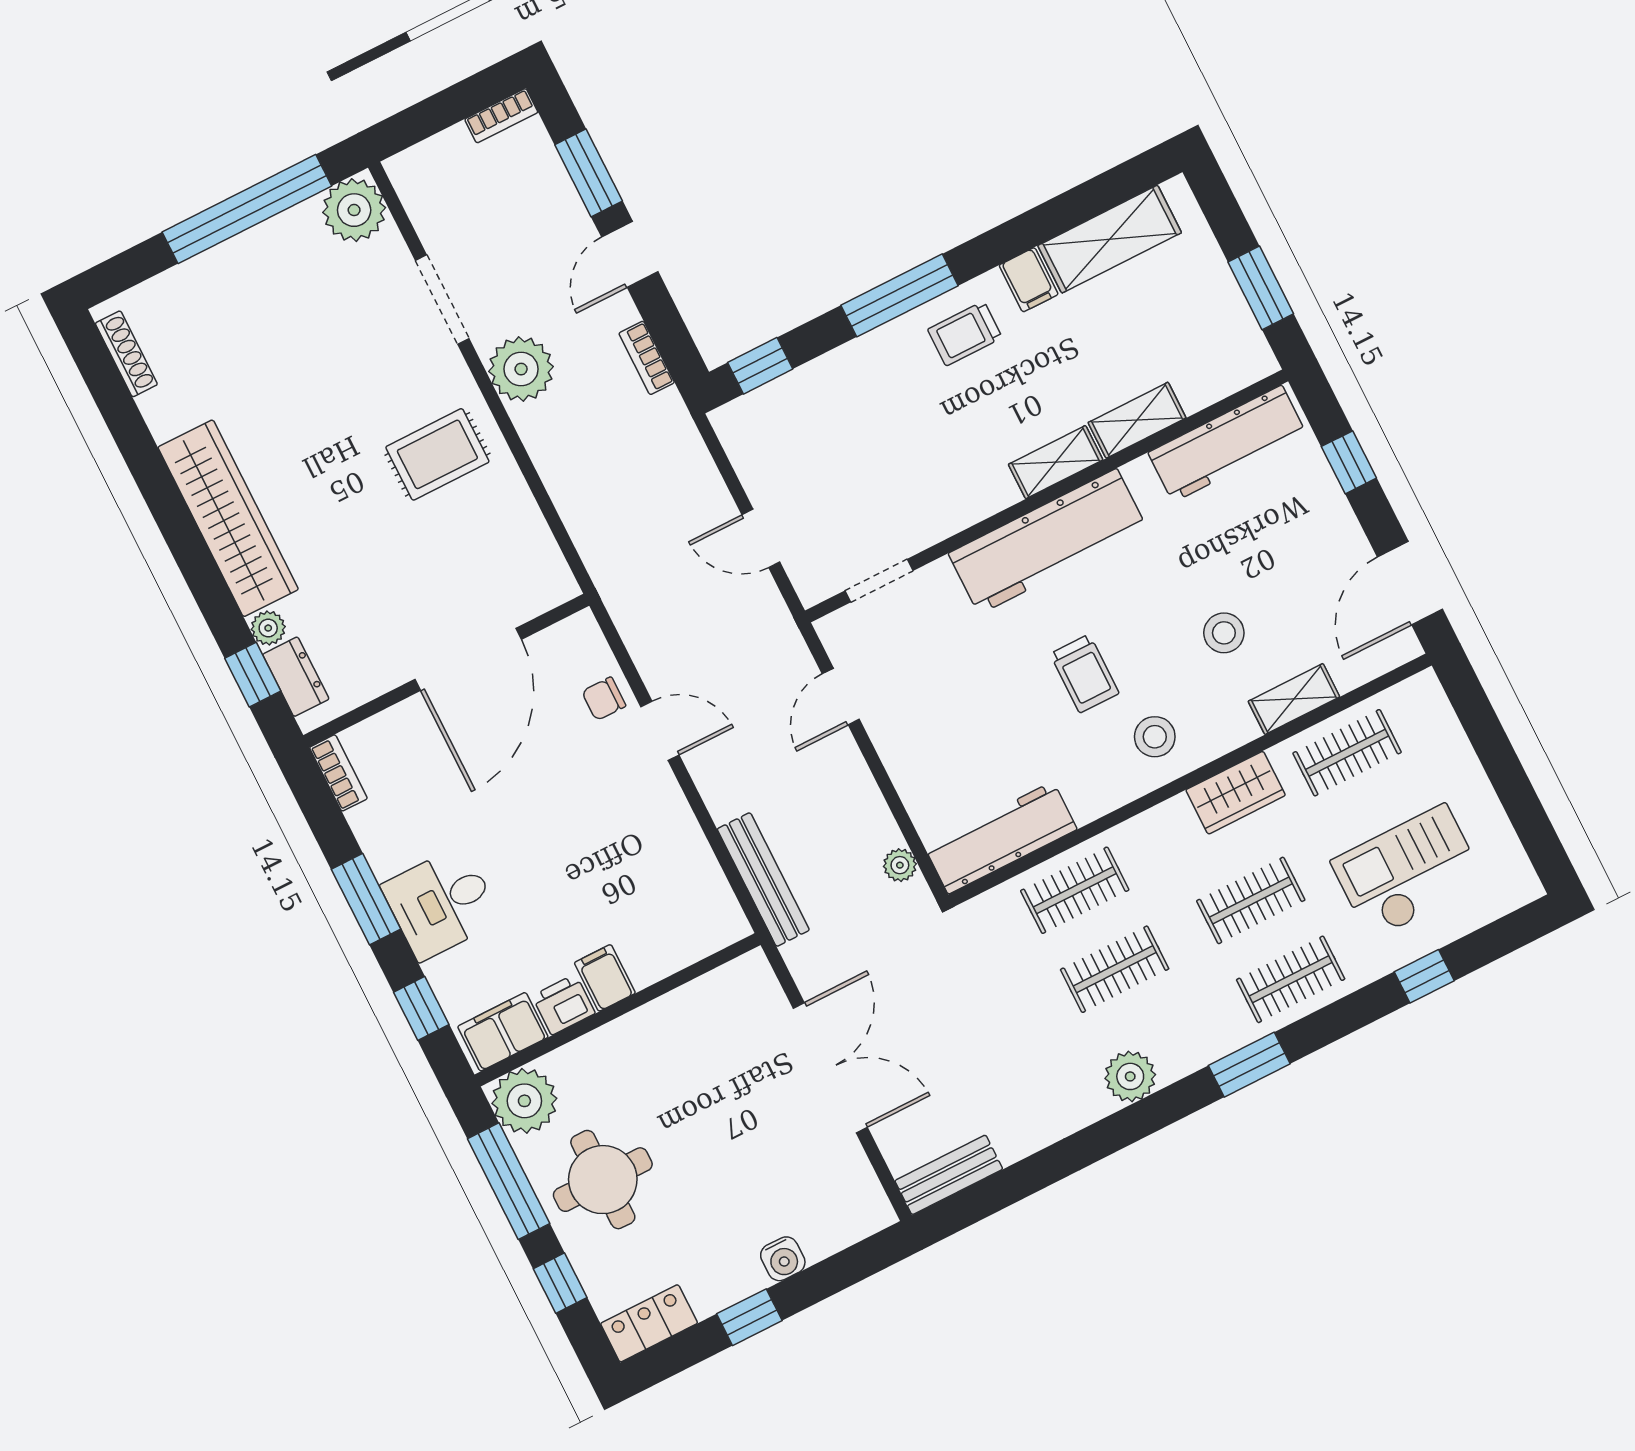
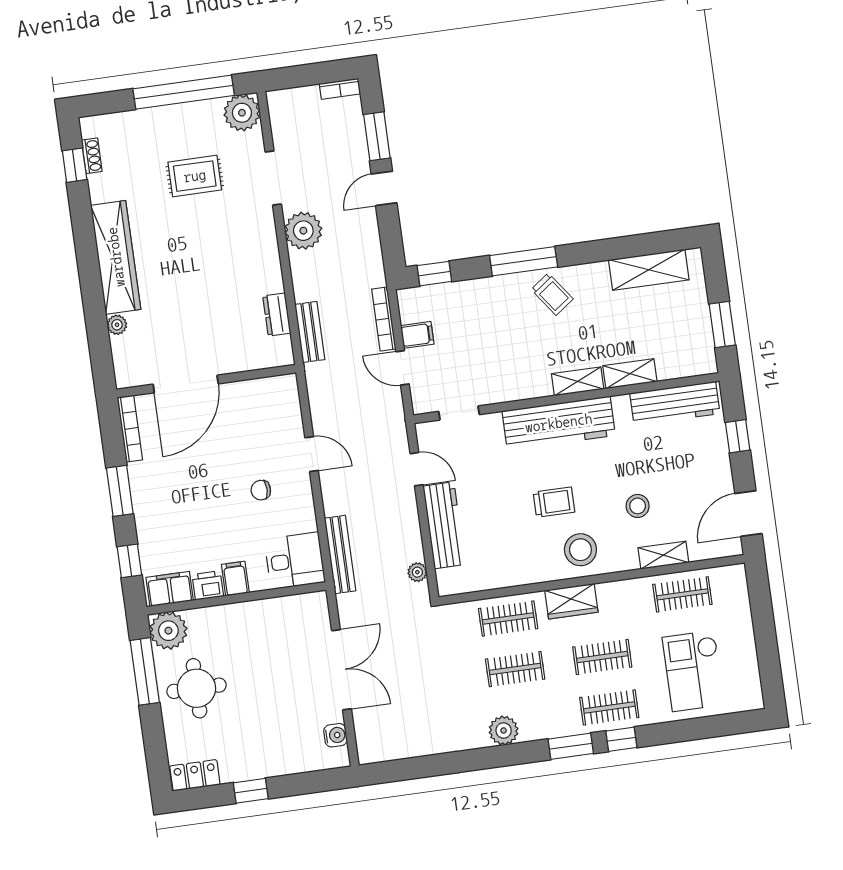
filing cabinet: (1029, 280) -> (417, 335), moved, turned -90
trolley: (965, 334) -> (552, 294), turned -126
shoe rack: (126, 354) -> (92, 156), width x0.70
bookcase: (647, 358) -> (384, 319), moved, width x1.56
rug: (437, 454) -> (195, 176), moved
door: (468, 659) -> (186, 384), moved
trolley: (1084, 674) -> (554, 502), turned -90
window: (253, 675) -> (75, 165), moved
dresser: (296, 677) -> (277, 315), moved, turned 180
door: (841, 697) -> (417, 469), swing flipped
chair: (604, 699) -> (261, 490), moved
stool: (1155, 737) -> (580, 550), width x1.38, depth x1.38
bookcase: (338, 773) -> (130, 429), width x1.56
wardrobe: (1236, 793) -> (571, 601), moved
workbench: (1001, 838) -> (444, 525), moved, turned 90
checkout: (1408, 872) -> (693, 671), turned -90
desk: (441, 903) -> (295, 561), moved, turned 180
window: (1424, 976) -> (621, 739), moved
bench: (949, 1175) -> (310, 332), moved, turned 90
water cooler: (783, 1259) -> (335, 735), moved, turned -90
window: (560, 1283) -> (154, 737), removed

